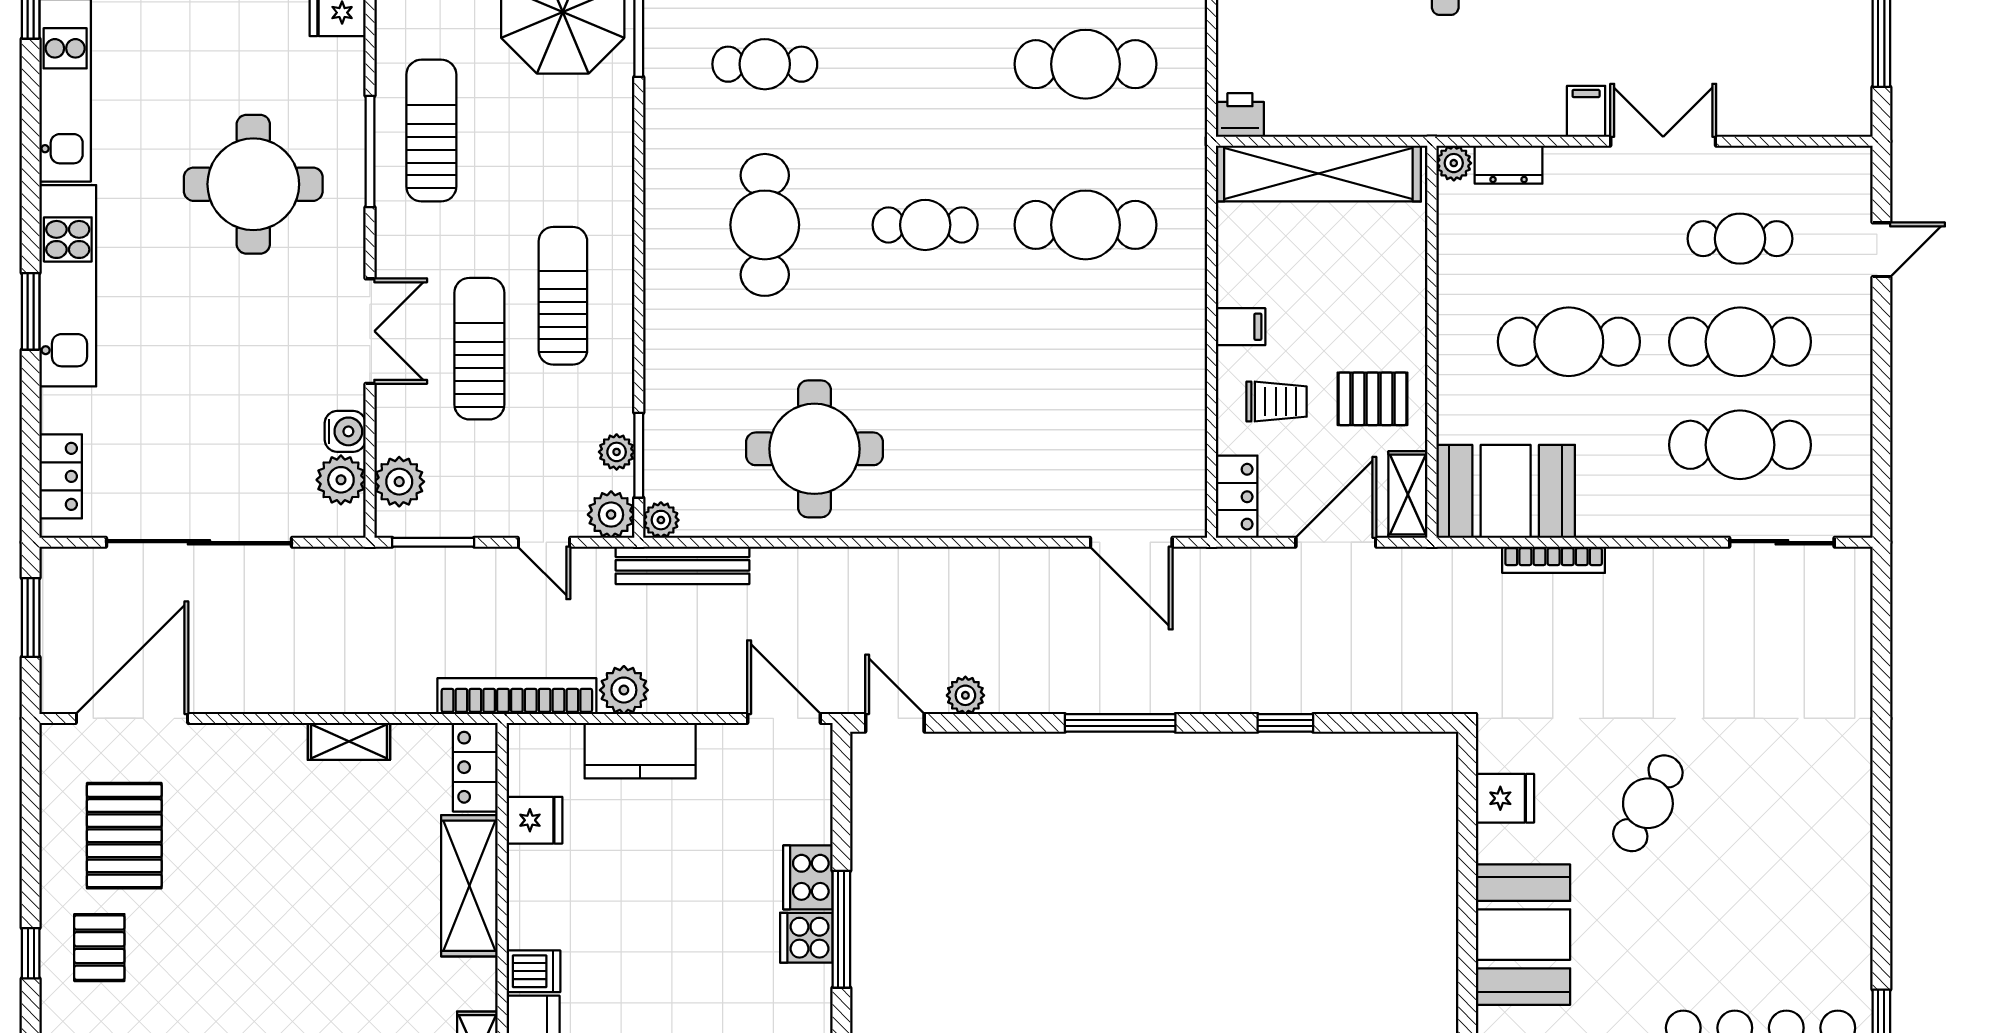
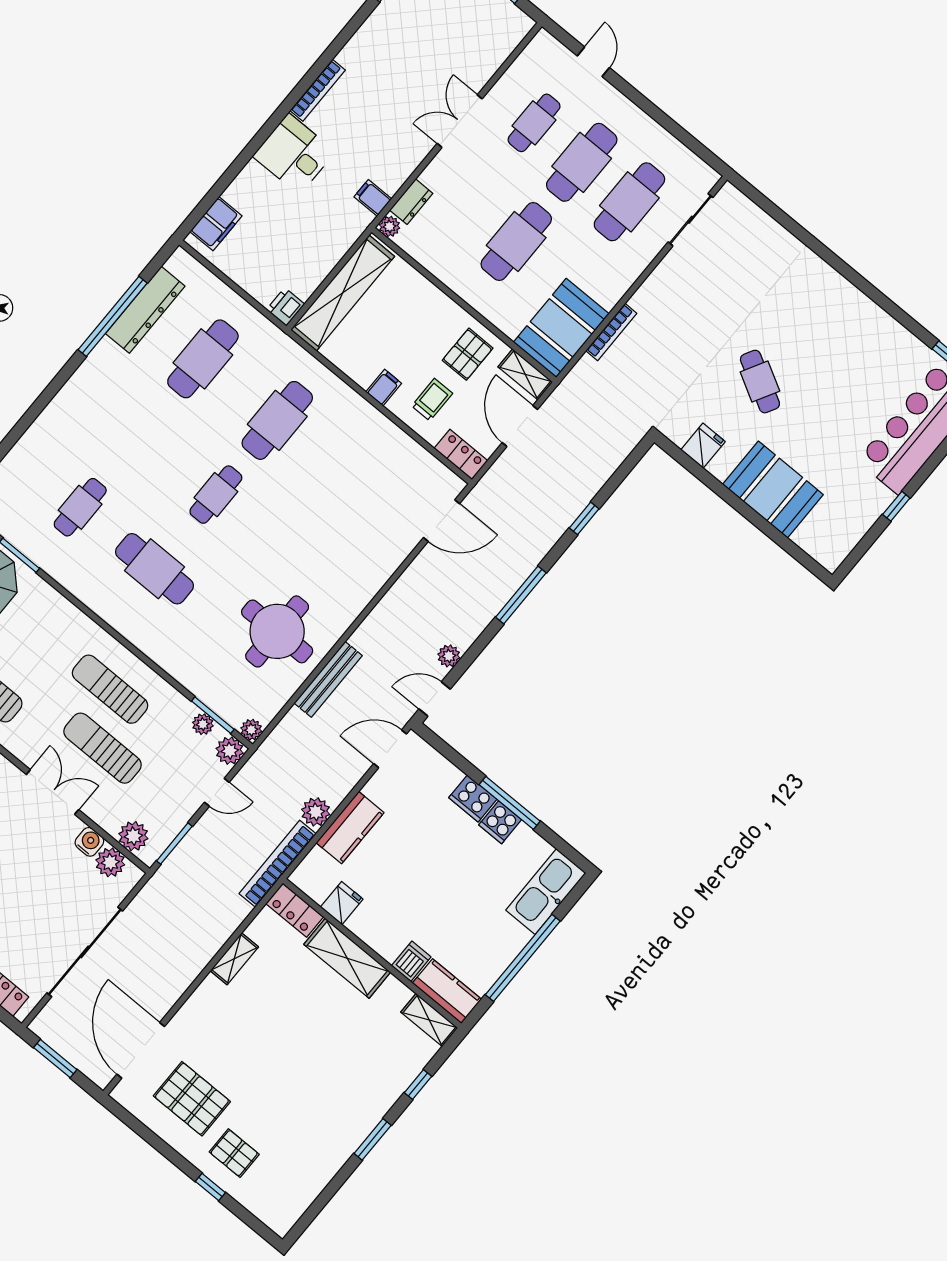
filing cabinet: (1586, 111) -> (373, 198), moved
bench: (682, 565) -> (328, 679), moved

